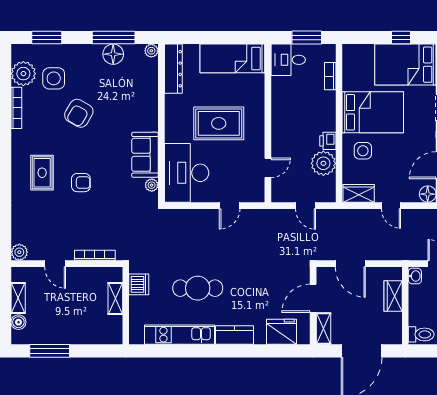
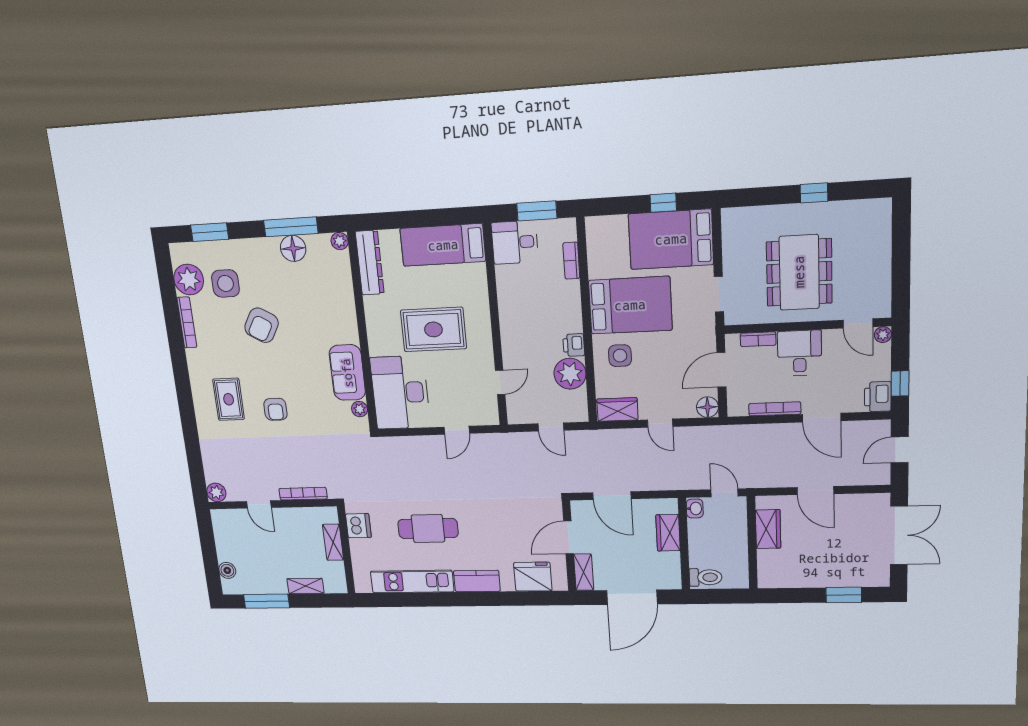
armchair: (81, 183) -> (275, 409), turned 90
shelving: (18, 298) -> (305, 586), moved, turned 90

